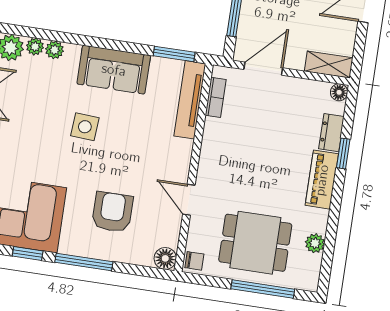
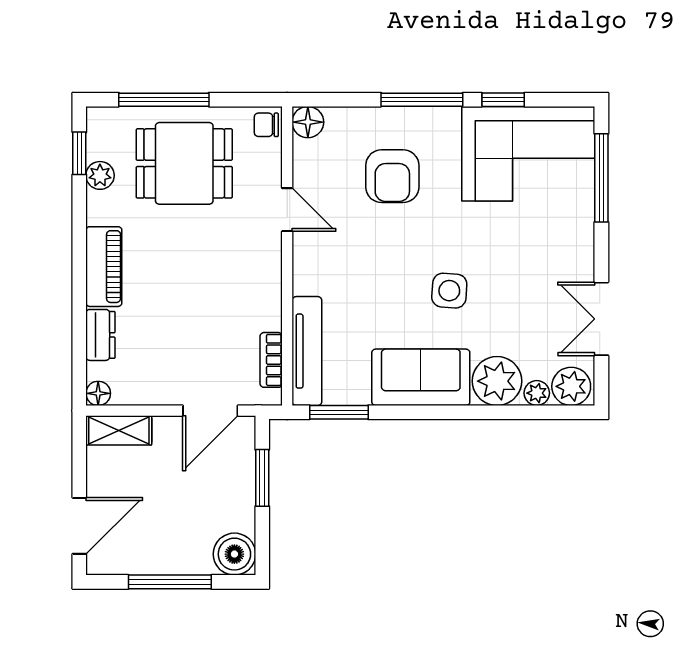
plant: (55, 50) -> (497, 381), width x1.87, depth x1.87
window: (343, 153) -> (79, 153), moved

